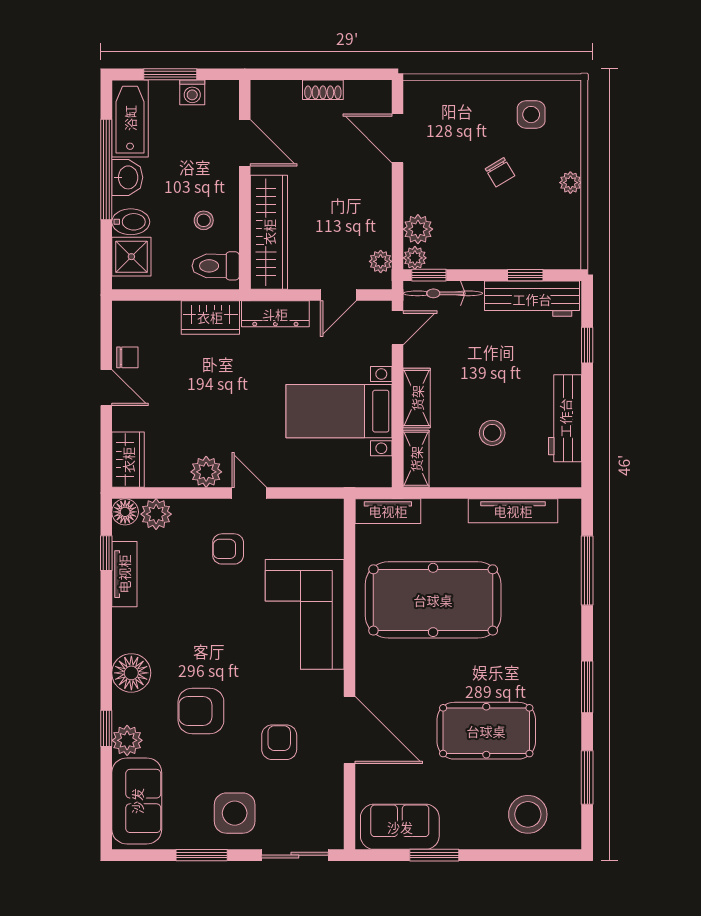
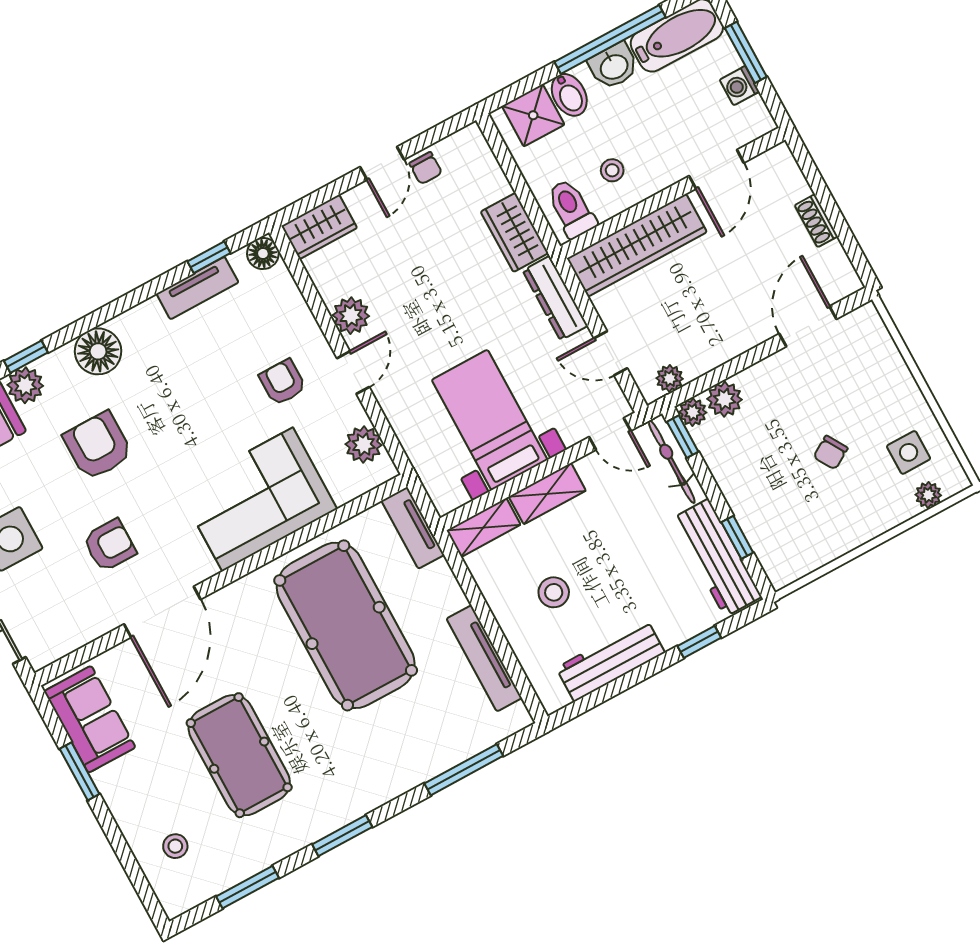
plant: (570, 183) -> (928, 495), moved
plant: (156, 514) -> (364, 445), moved
stool: (528, 814) -> (175, 846), width x0.53, depth x0.53

